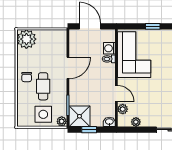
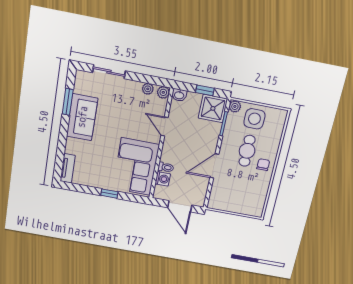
plant: (26, 39) -> (253, 206), removed
plant: (123, 109) -> (163, 92), moved

